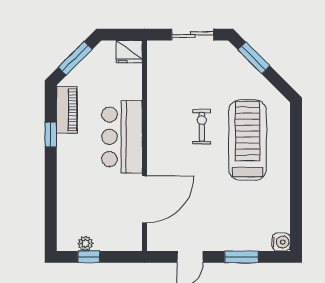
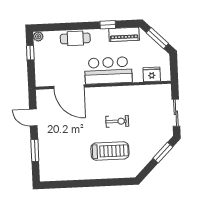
fridge: (129, 52) -> (152, 74), moved, turned 90
treadmill: (247, 140) -> (110, 151), width x0.73, depth x0.73
cafe table: (70, 186) -> (75, 38), added
water cooler: (281, 242) -> (45, 176), removed
plant: (85, 244) -> (38, 36), moved

